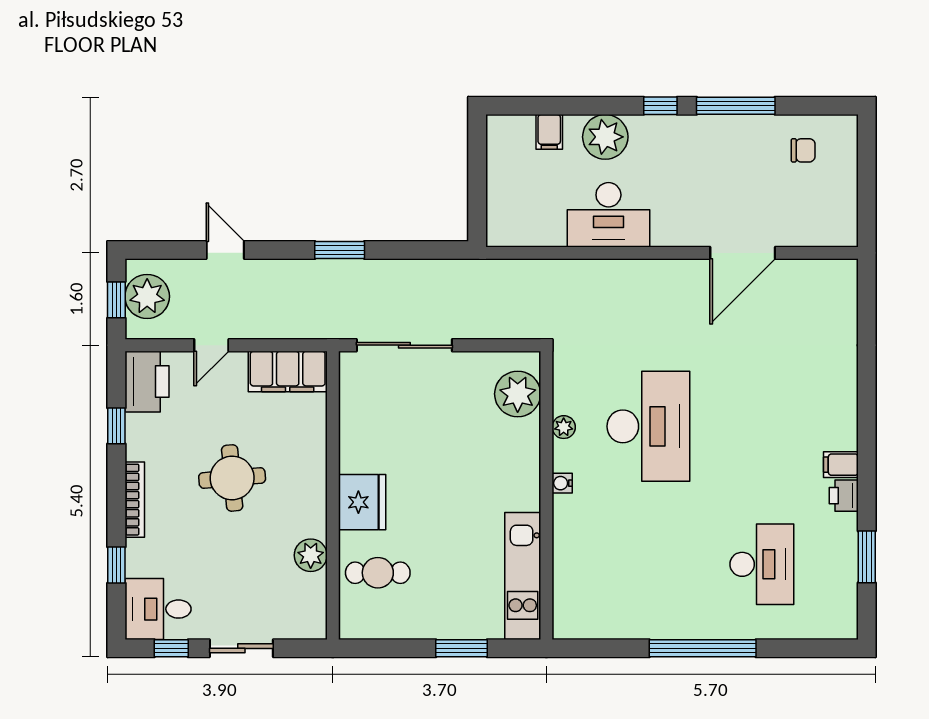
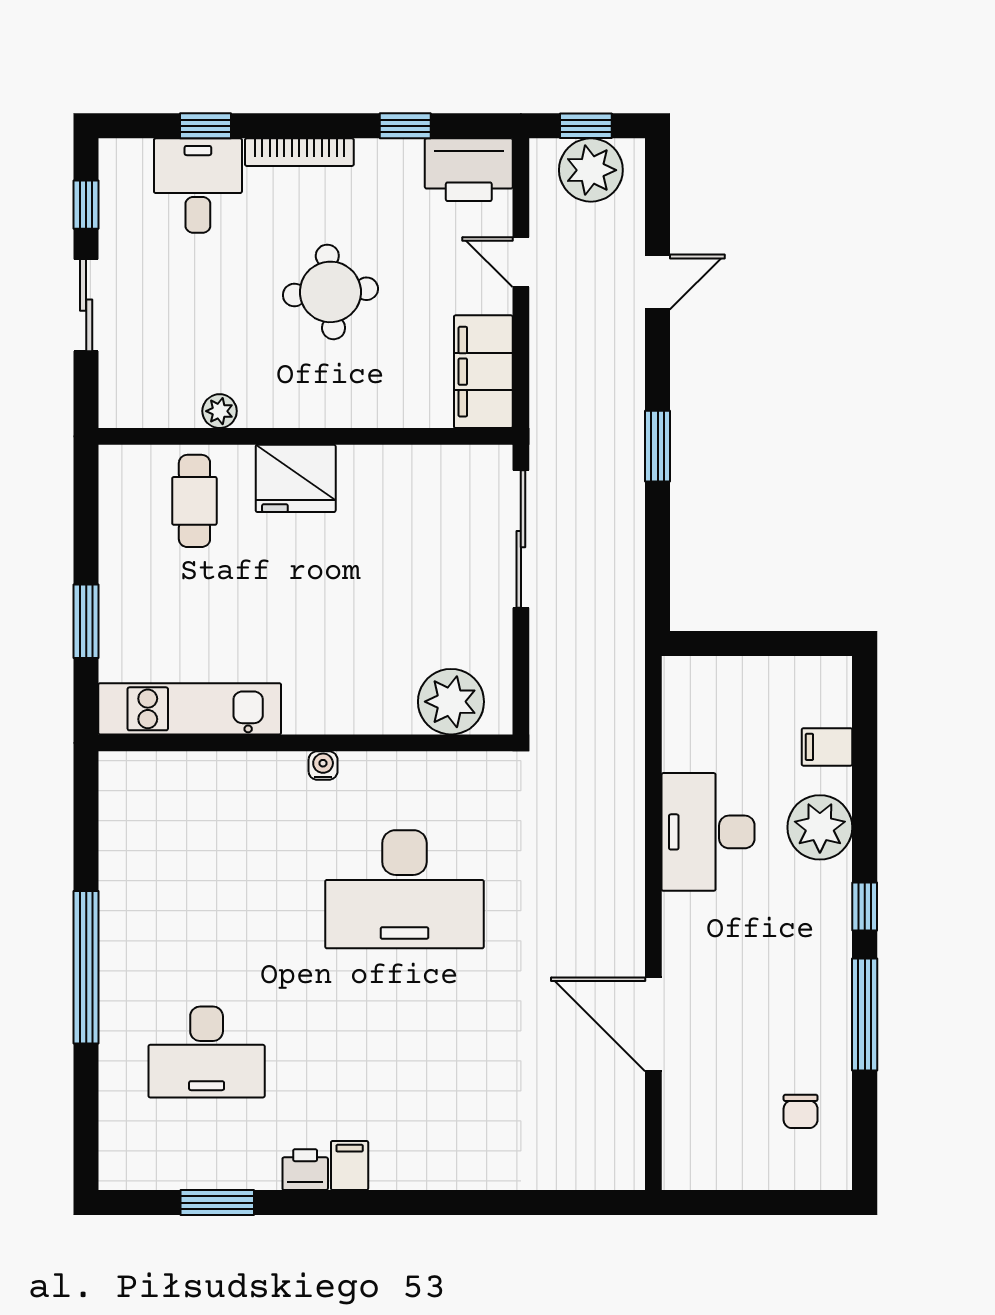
plant: (564, 427) -> (403, 768), removed
plant: (311, 555) -> (220, 411), width x0.73, depth x0.73
desk: (158, 609) -> (198, 186), moved

